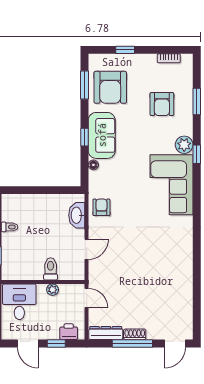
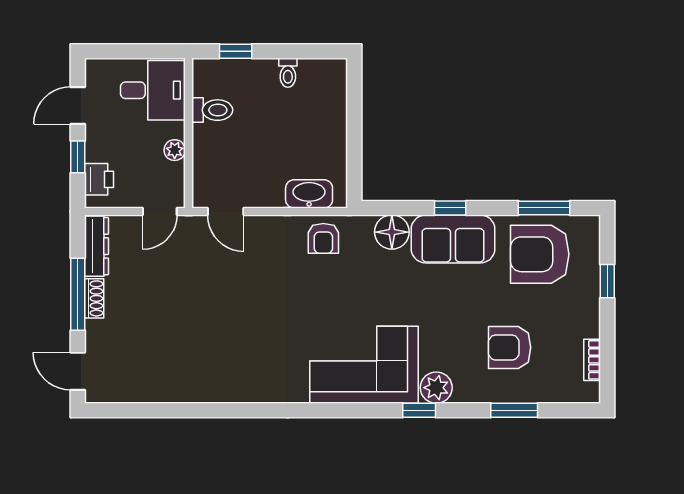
floor lamp: (93, 165) -> (392, 232), width x1.89, depth x1.89
armchair: (101, 207) -> (323, 238), turned 90
door: (87, 249) -> (226, 212), moved
toilet: (51, 269) -> (212, 110), moved

